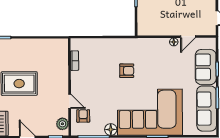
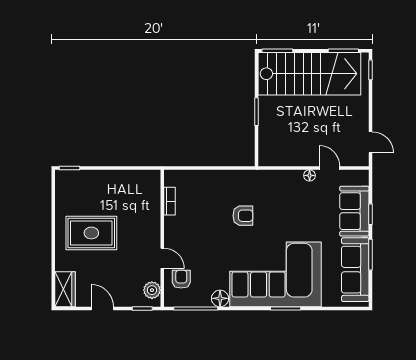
door: (188, 37) -> (330, 168), swing flipped

